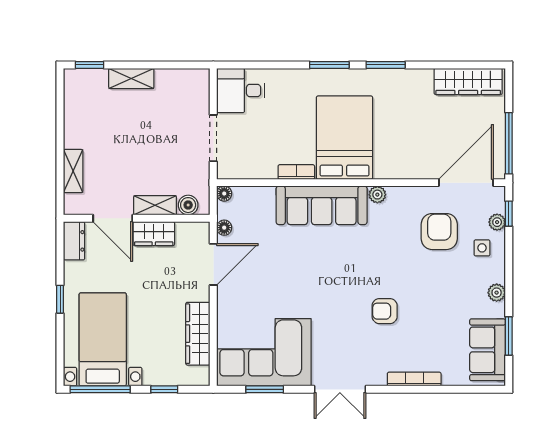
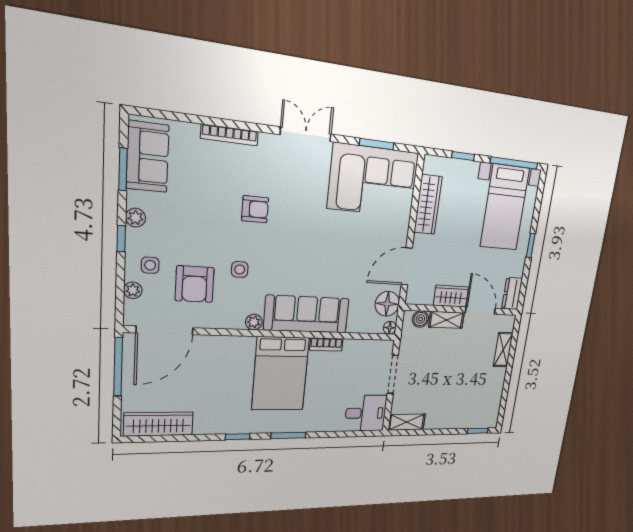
window: (386, 65) -> (238, 437), width x0.67
shelving: (131, 78) -> (407, 422), moved
window: (509, 214) -> (121, 239), moved
floor lamp: (224, 228) -> (387, 304), width x1.89, depth x1.89
side table: (396, 249) -> (240, 269), added

